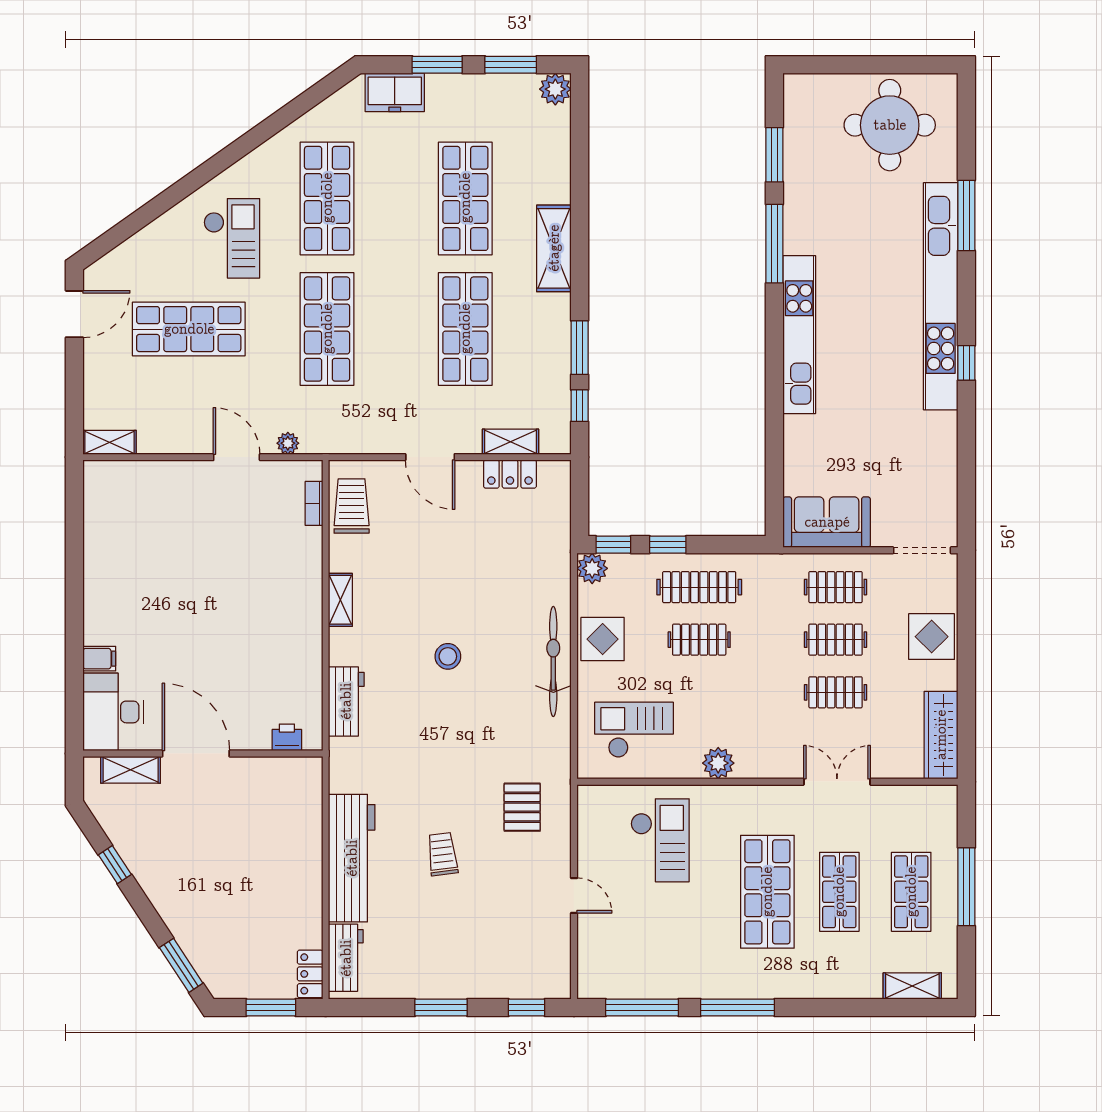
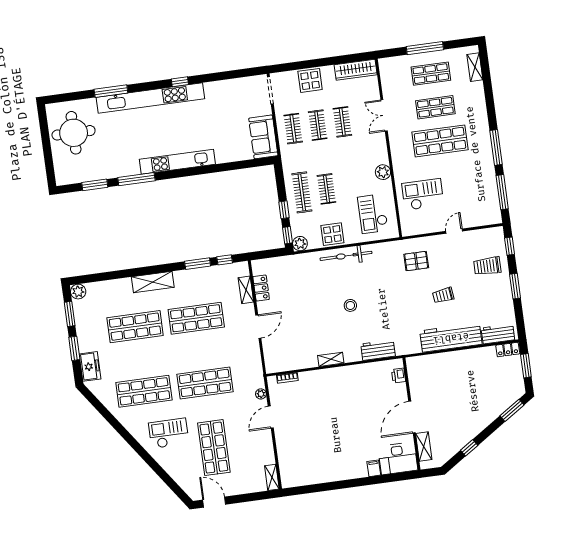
trolley: (352, 506) -> (487, 266), moved

